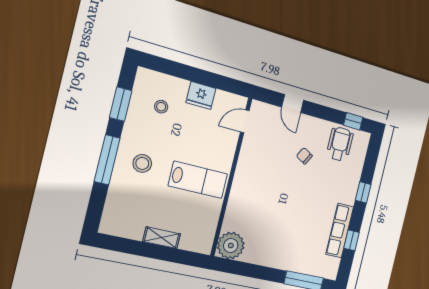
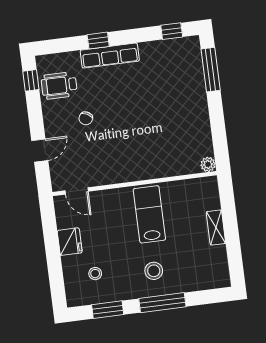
row of seats: (340, 231) -> (110, 56), moved
window: (352, 240) -> (172, 31), moved
plant: (231, 245) -> (208, 164), width x0.53, depth x0.53

